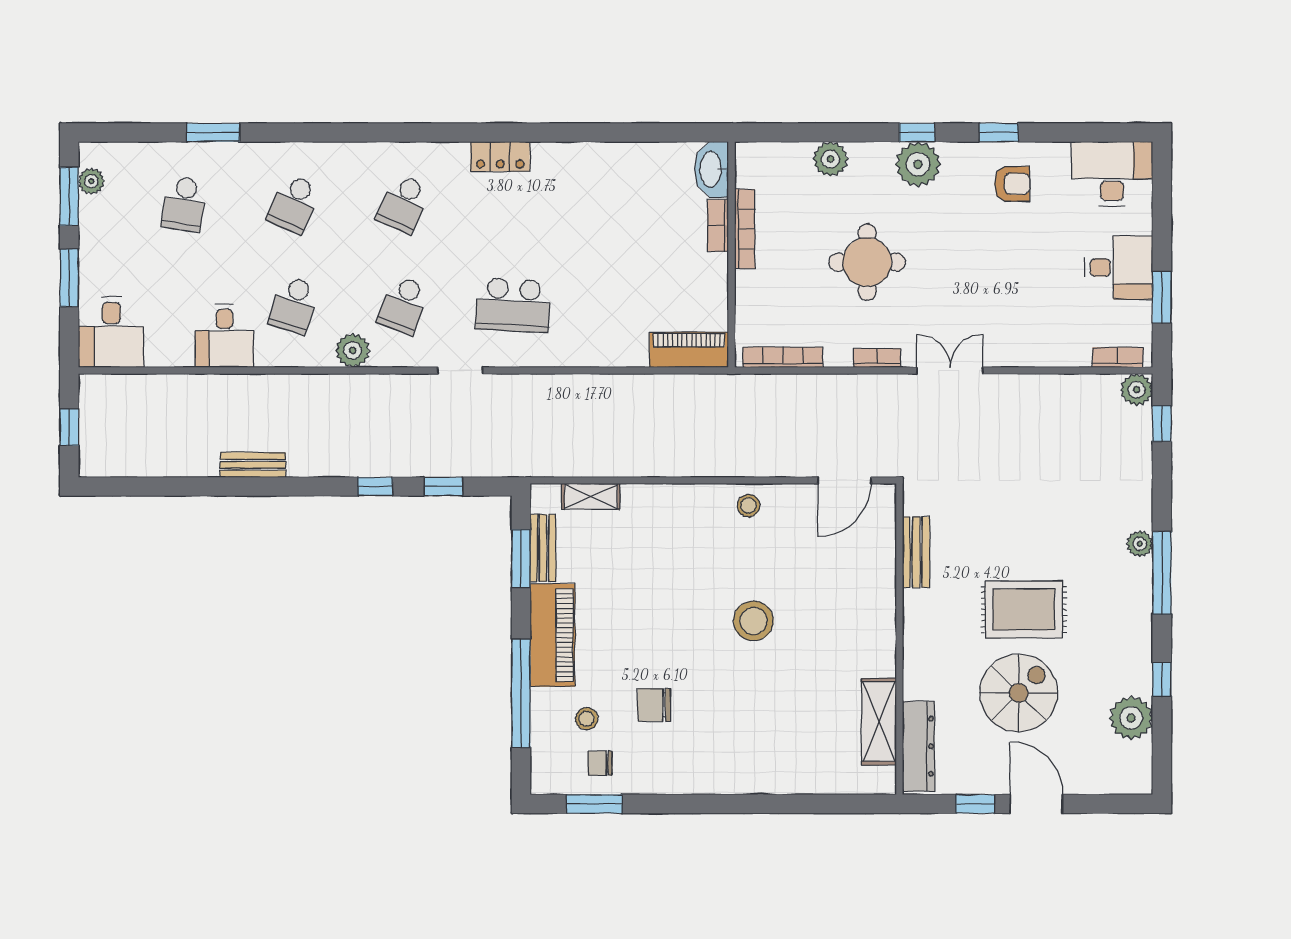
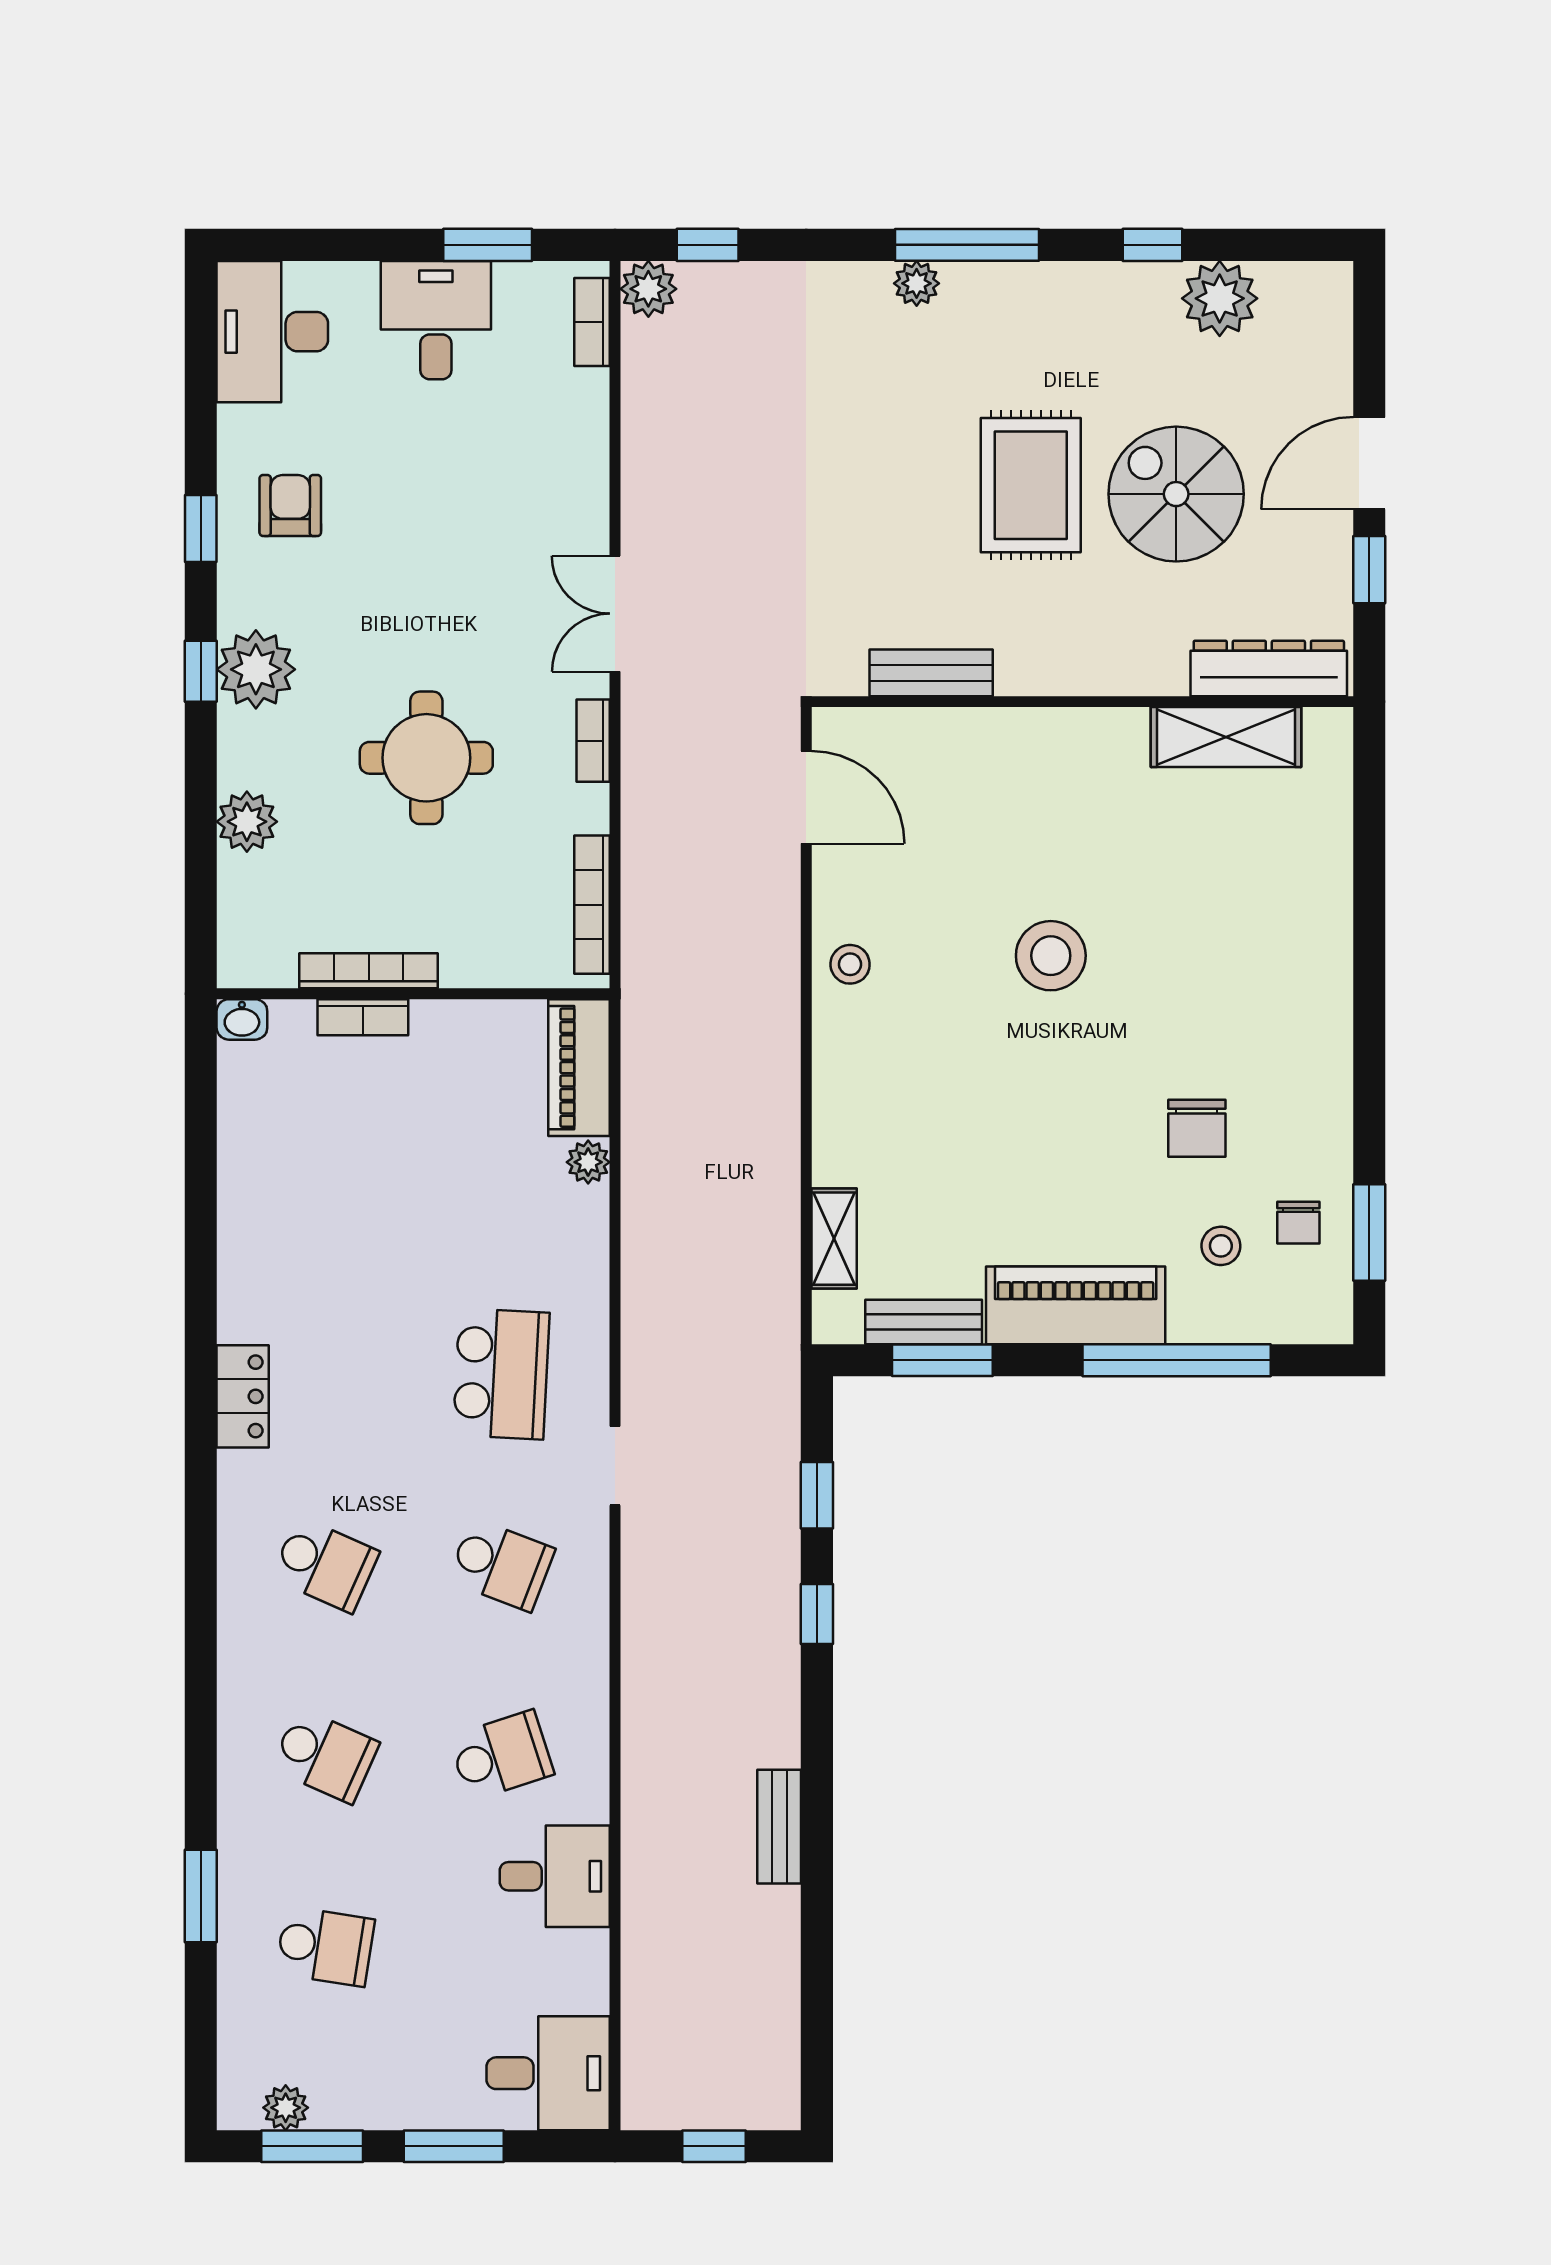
washbasin: (712, 169) -> (242, 1019), width x0.52, depth x0.69
school desk: (294, 305) -> (501, 1755), turned -36
plant: (353, 350) -> (588, 1162), moved, width x0.73, depth x0.73

